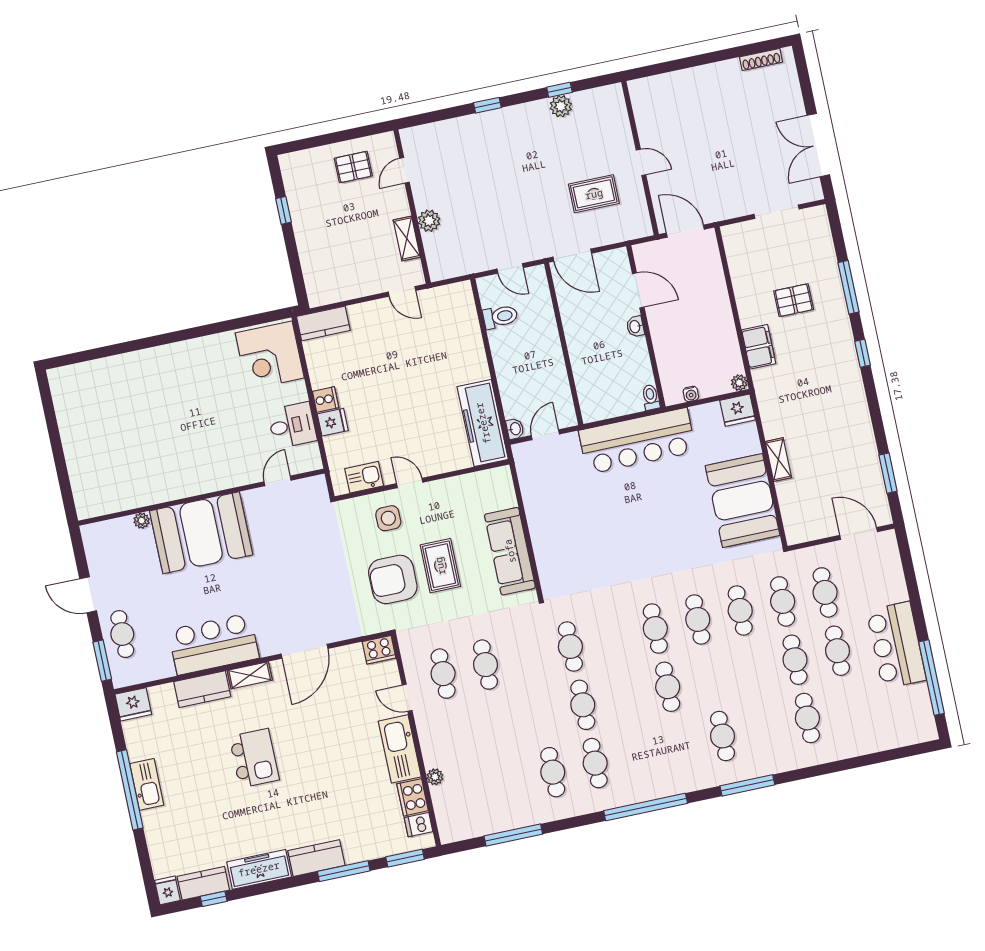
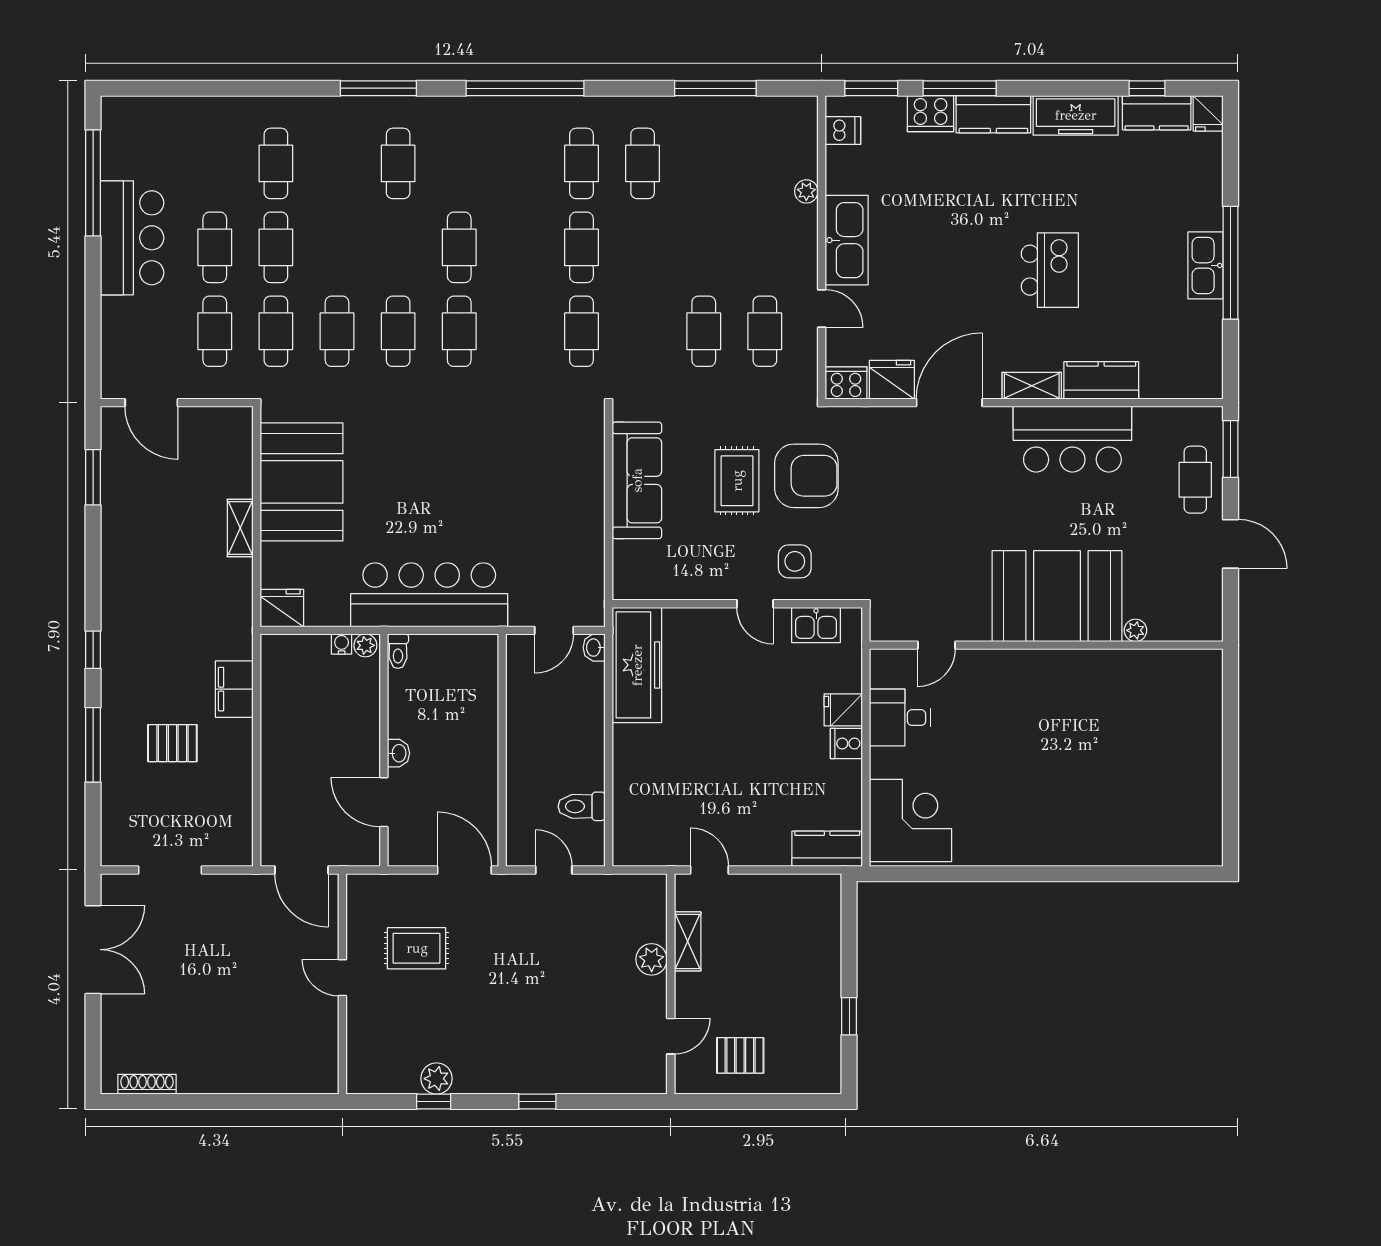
plant: (739, 383) -> (365, 645), moved
fridge: (133, 704) -> (892, 380), moved
kitchen island: (254, 758) -> (1050, 270), turned 180
cooker: (413, 797) -> (931, 114), moved, turned 90

